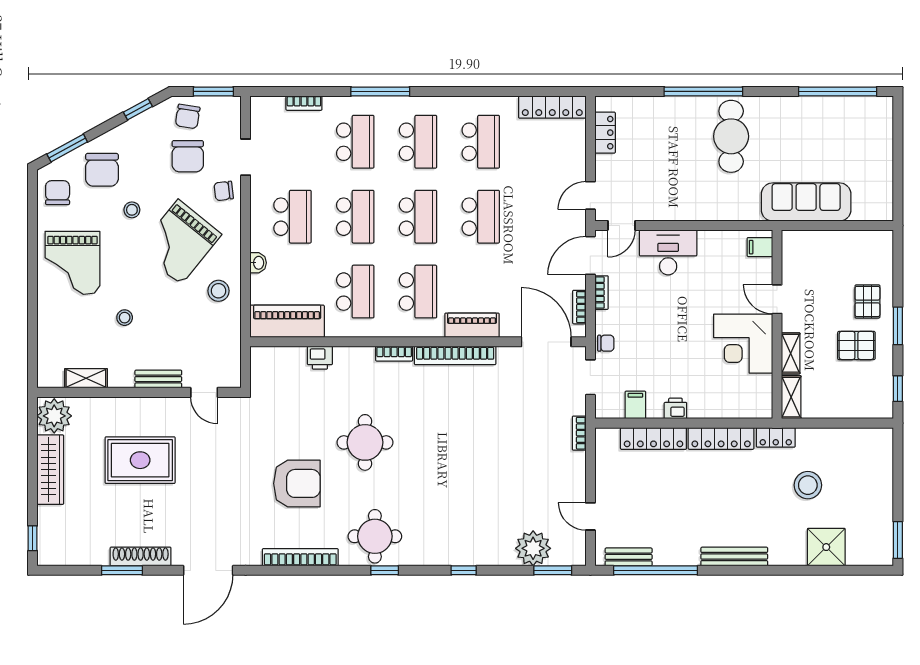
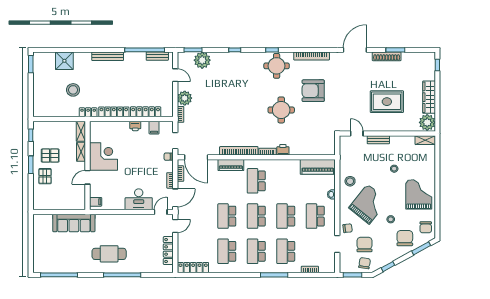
locker: (605, 133) -> (168, 251), width x1.53
cafe table: (731, 136) -> (109, 254), turned 90
school desk: (355, 292) -> (286, 181), removed
door: (777, 299) -> (87, 177), swing flipped
printer: (320, 358) -> (283, 150), moved
shelving: (86, 378) -> (425, 140), moved
plant: (570, 468) -> (185, 98), added

